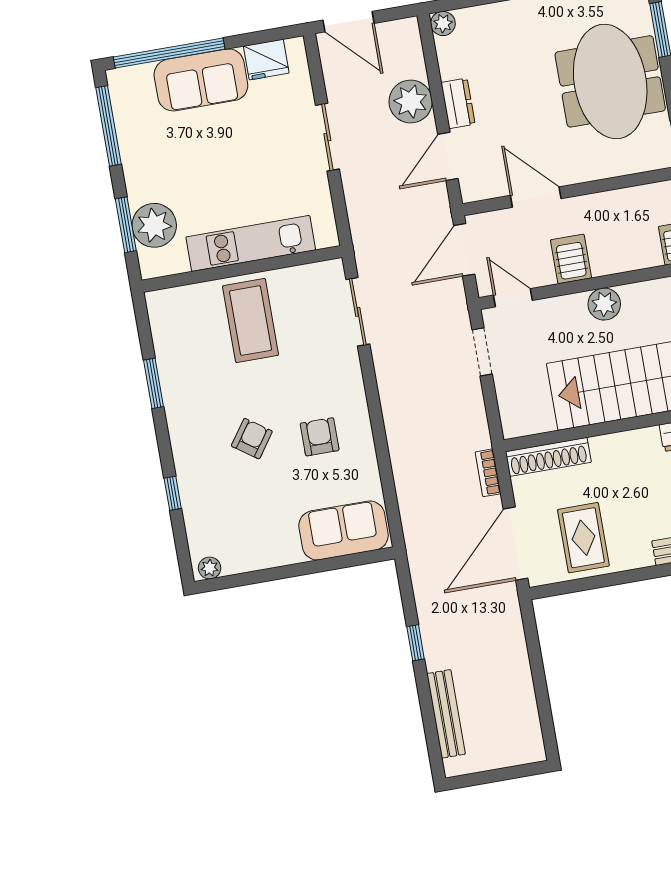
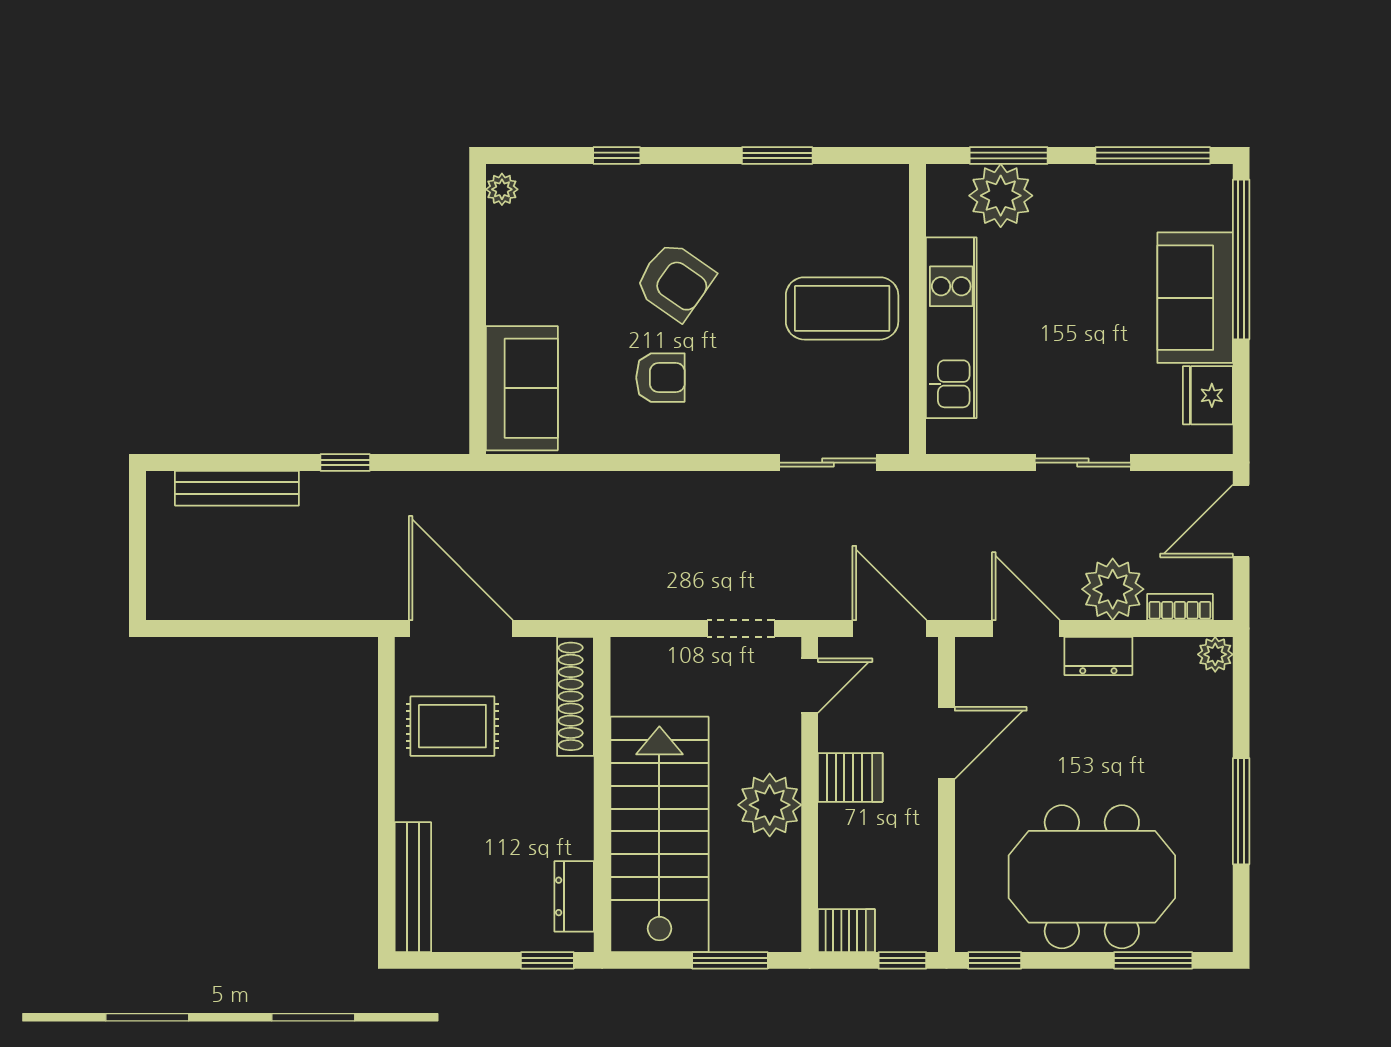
plant: (604, 304) -> (770, 805), width x1.36, depth x1.36
armchair: (252, 439) -> (675, 281), width x1.38, depth x1.38
bookcase: (488, 473) -> (1180, 607), moved

